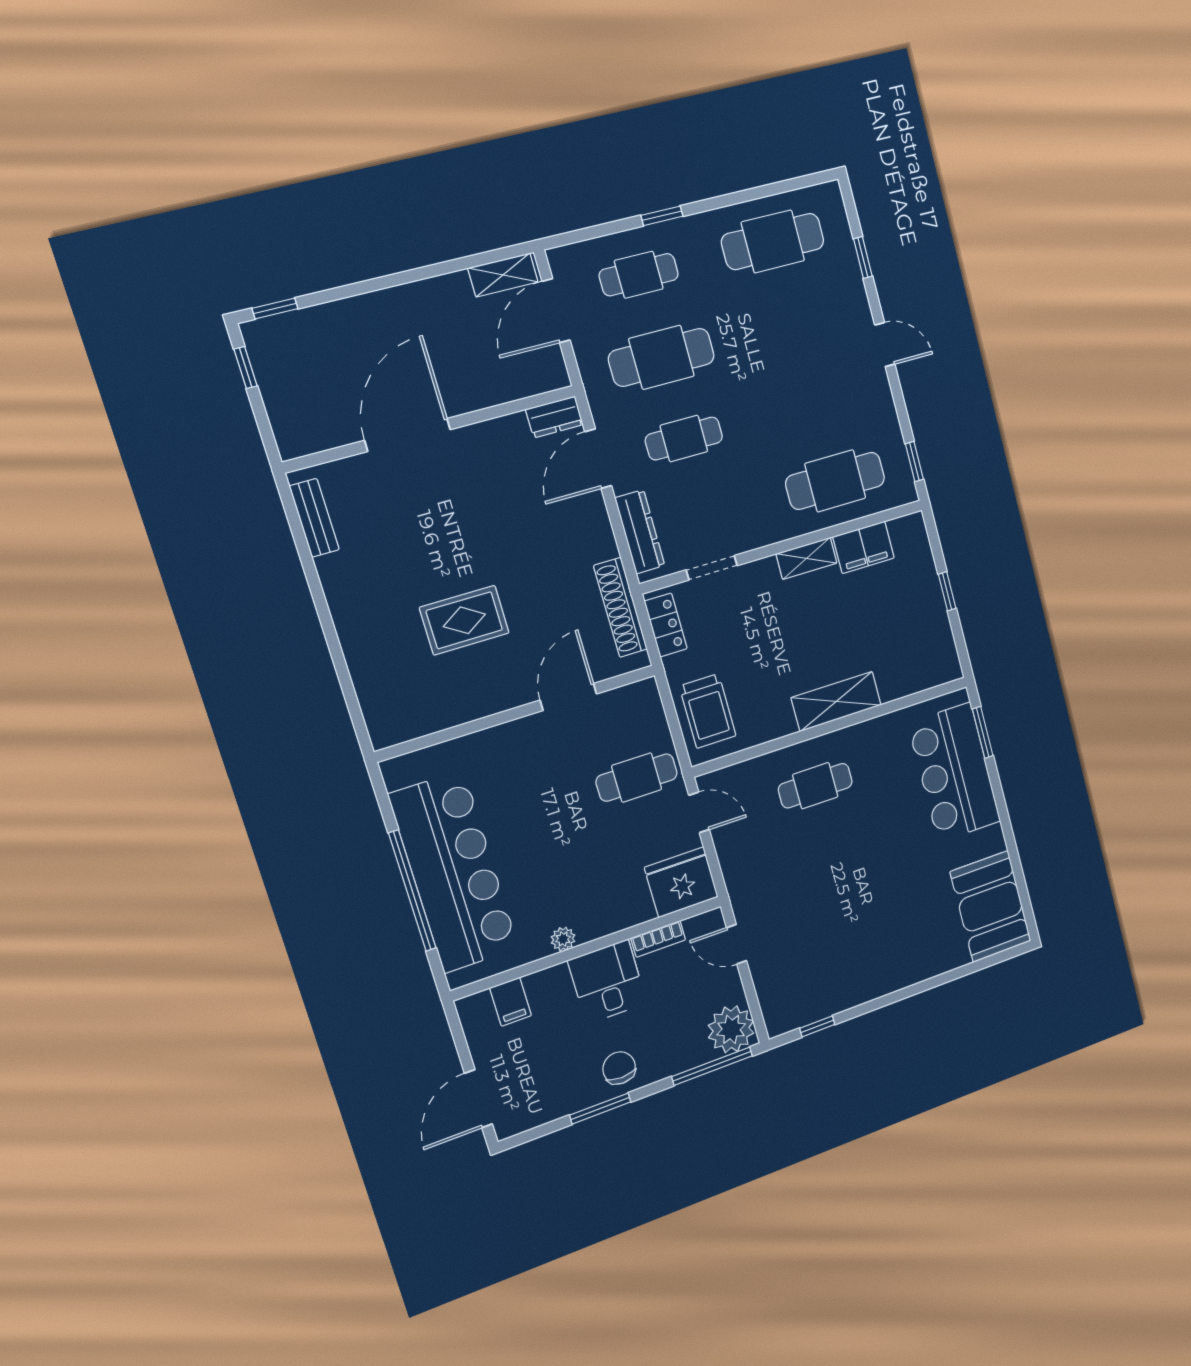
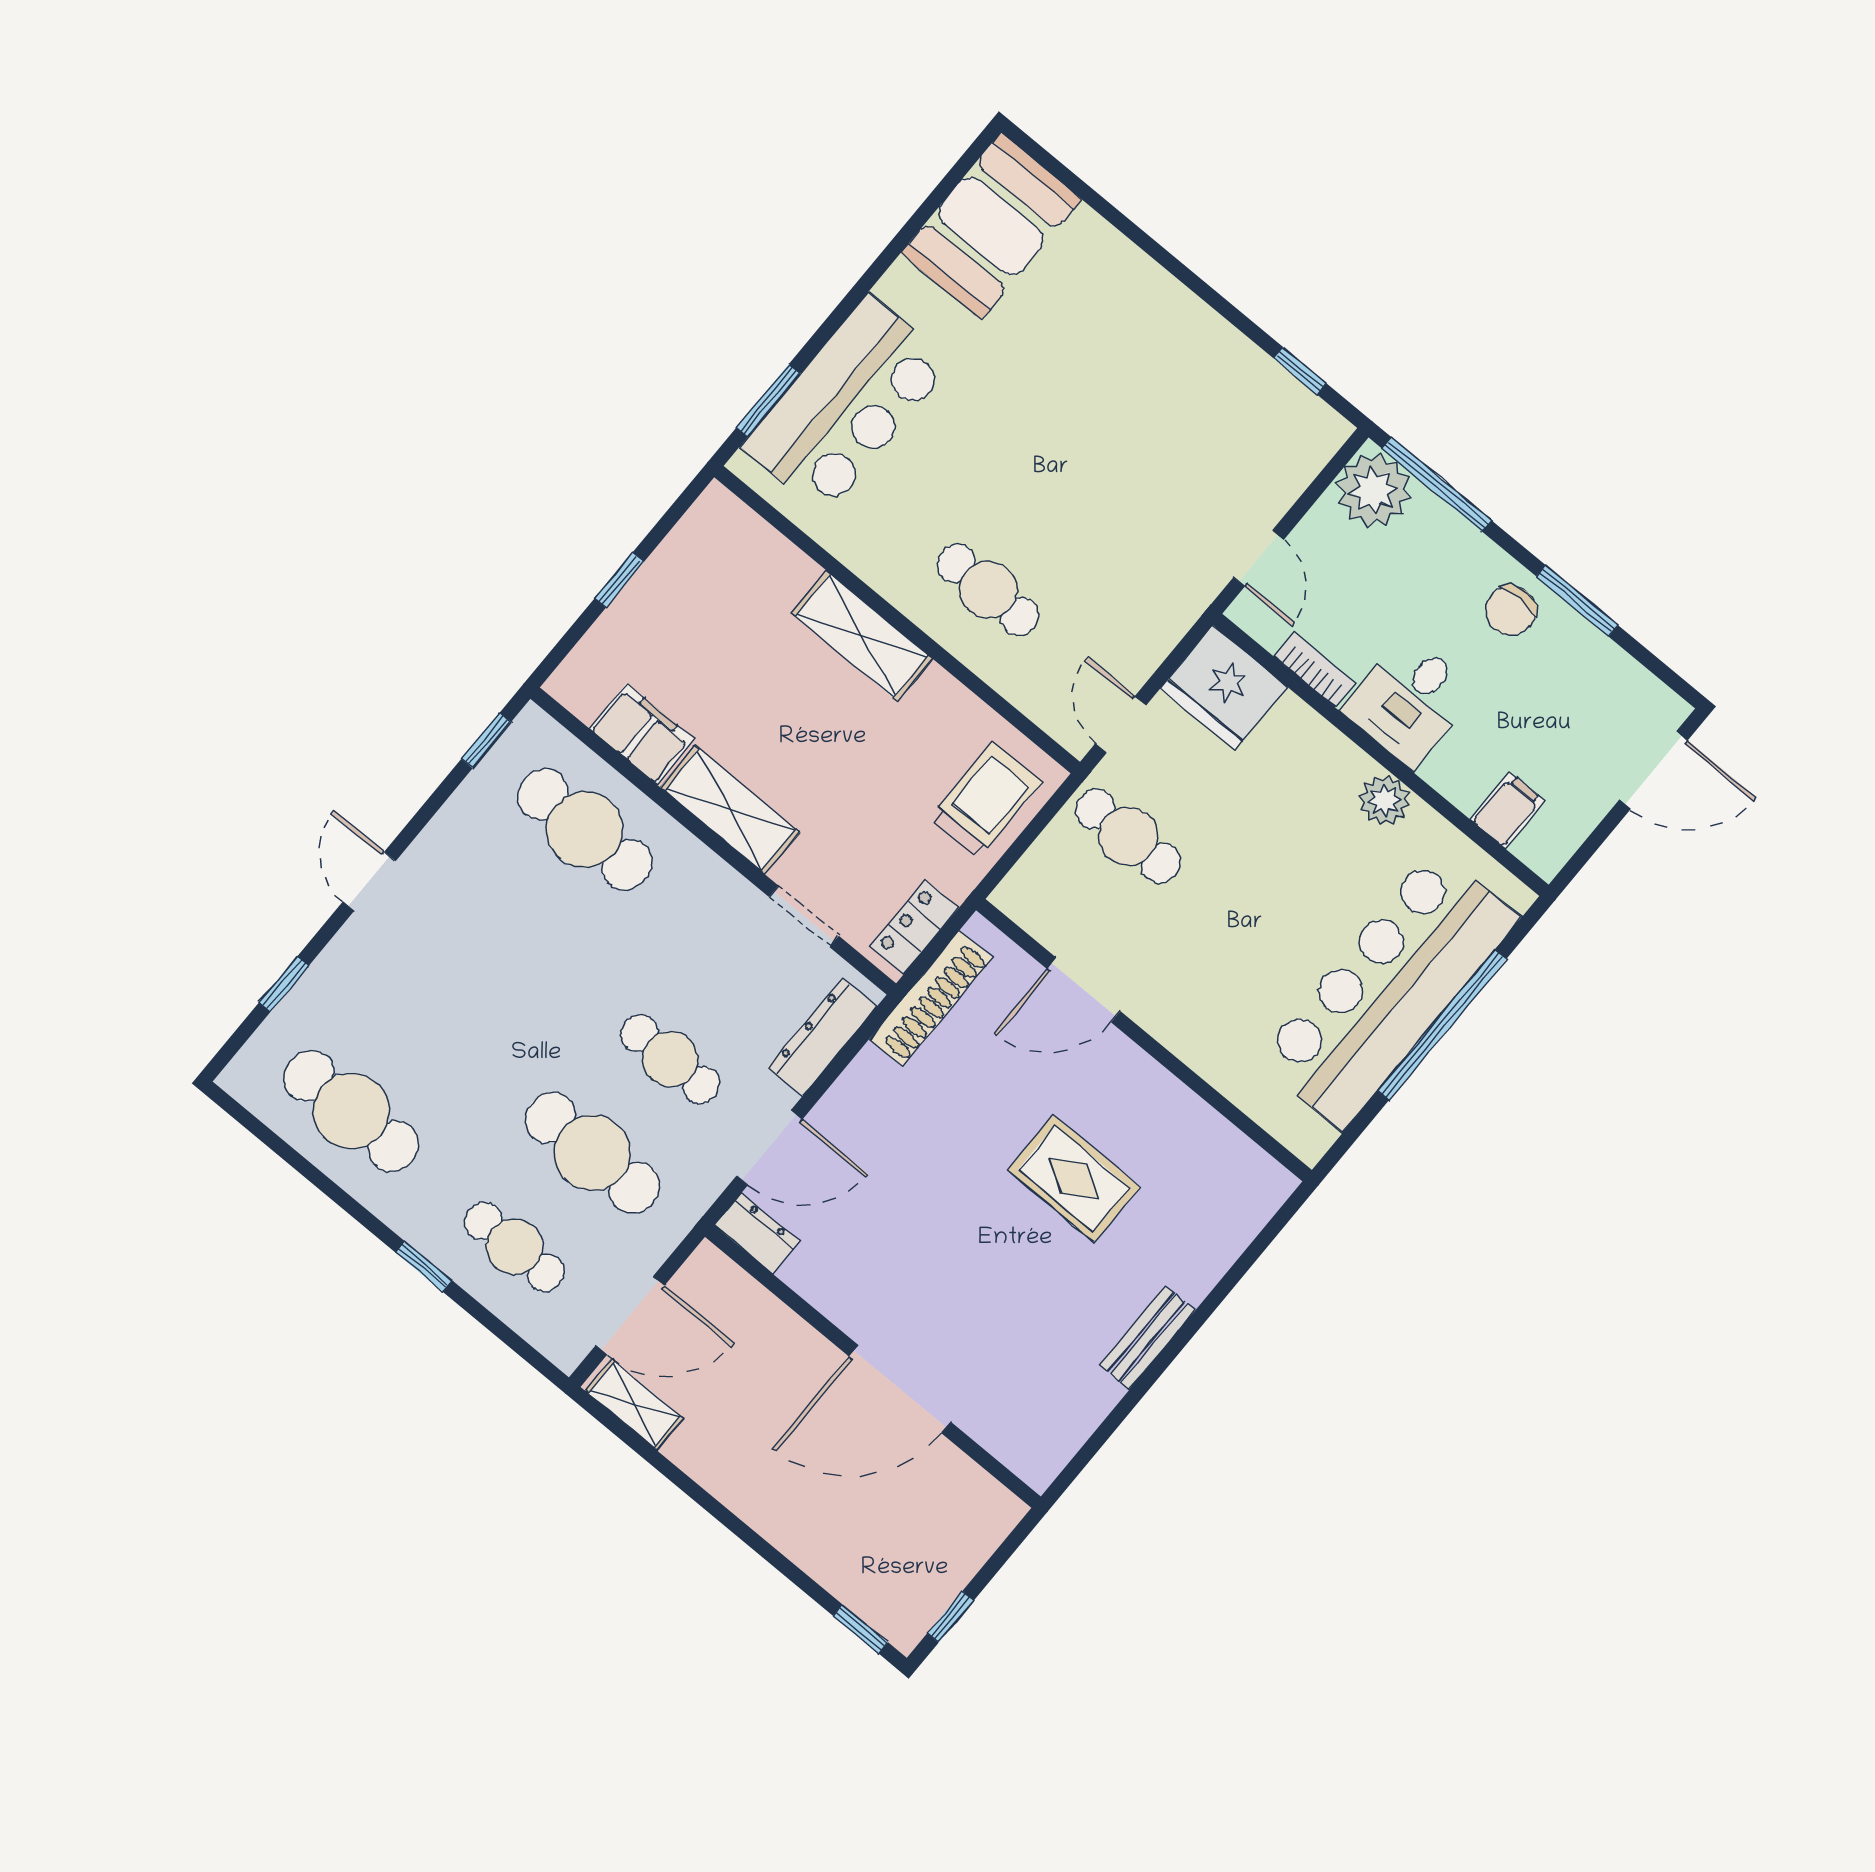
bench: (314, 518) -> (1147, 1338), moved
shelving: (806, 558) -> (730, 810), width x1.50, depth x1.33
plant: (563, 939) -> (1385, 800), width x1.38, depth x1.38

